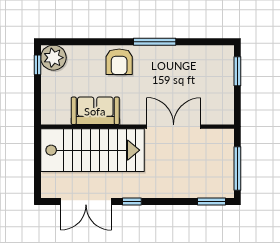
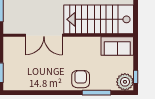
window: (155, 42) -> (96, 93), moved
sofa: (95, 111) -> (117, 46), moved

